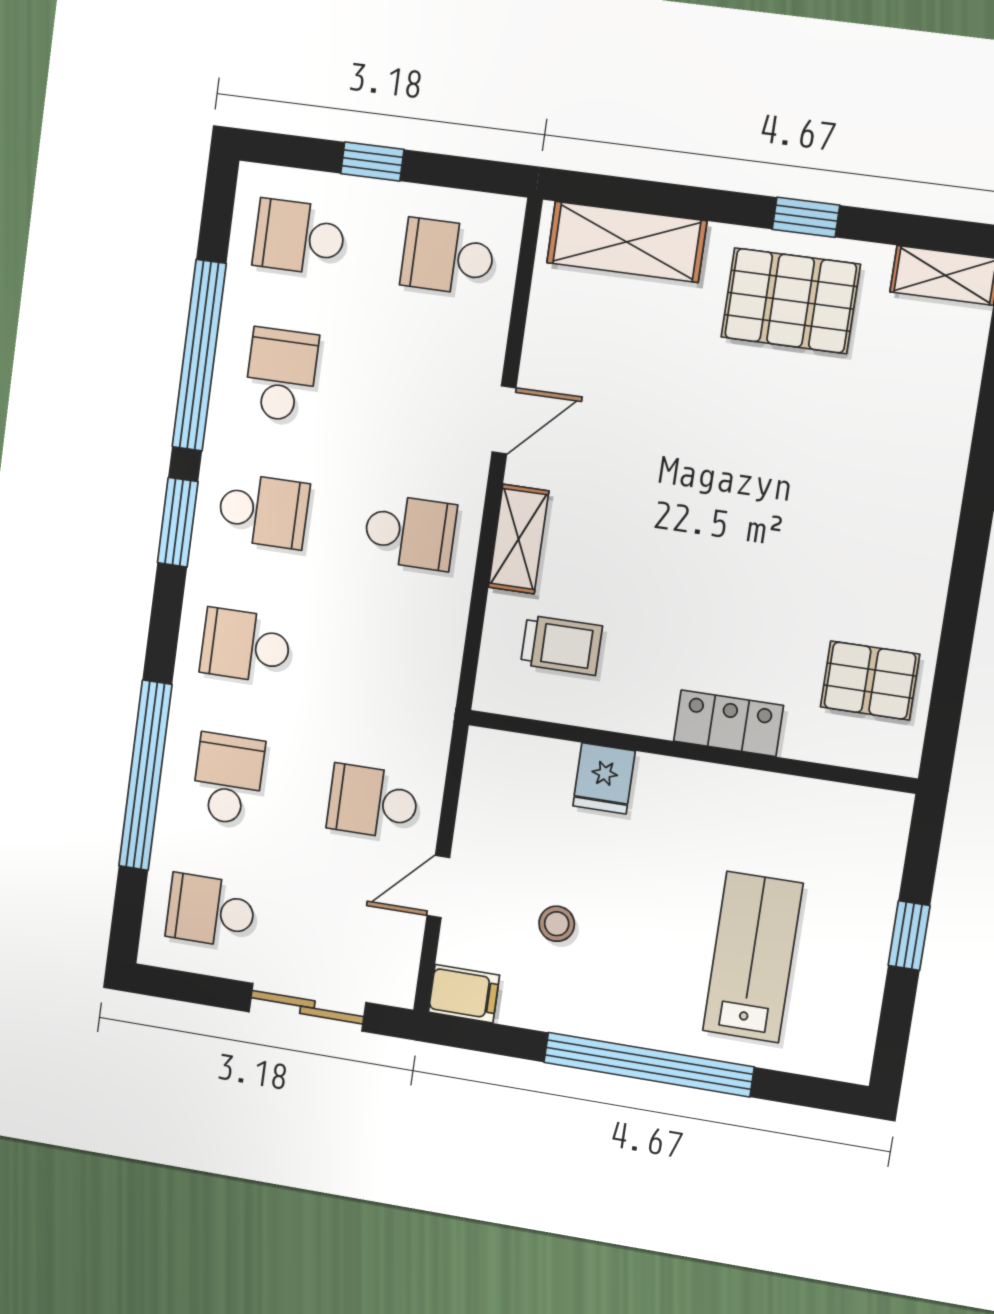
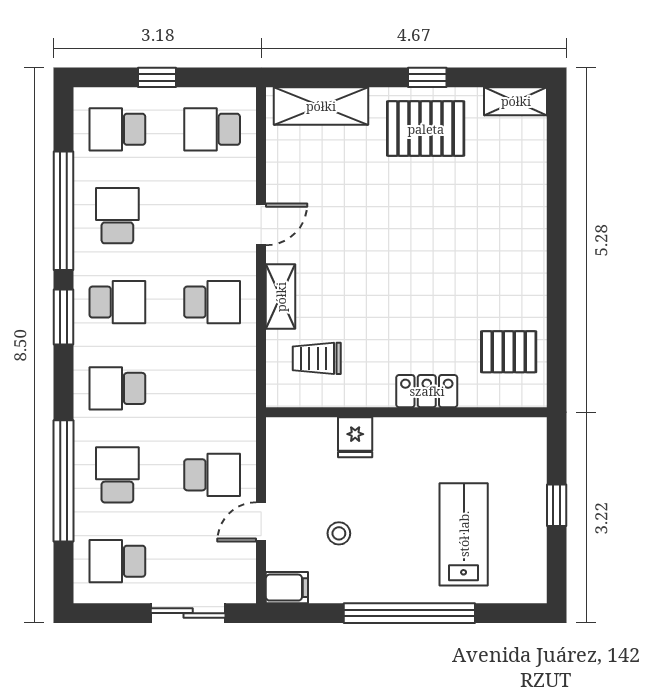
trolley: (562, 645) -> (317, 358), turned 180
school desk: (373, 802) -> (212, 475), turned 180

